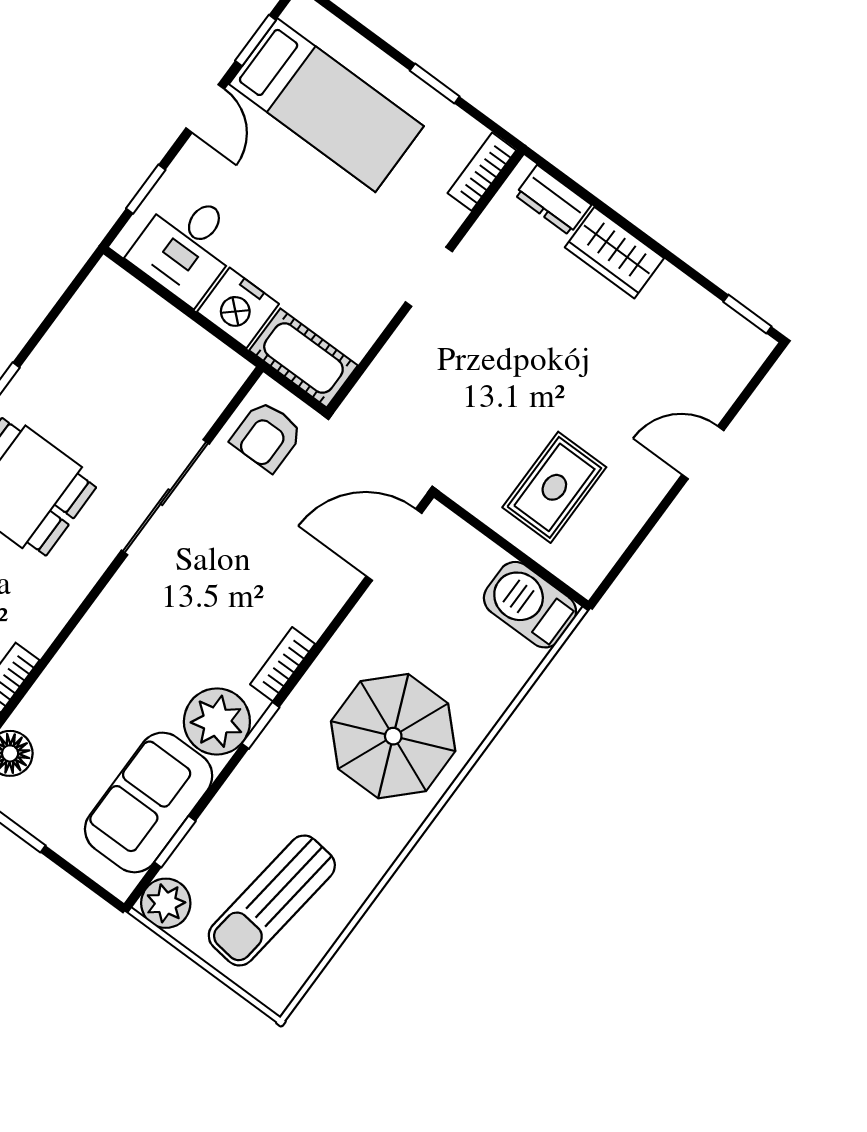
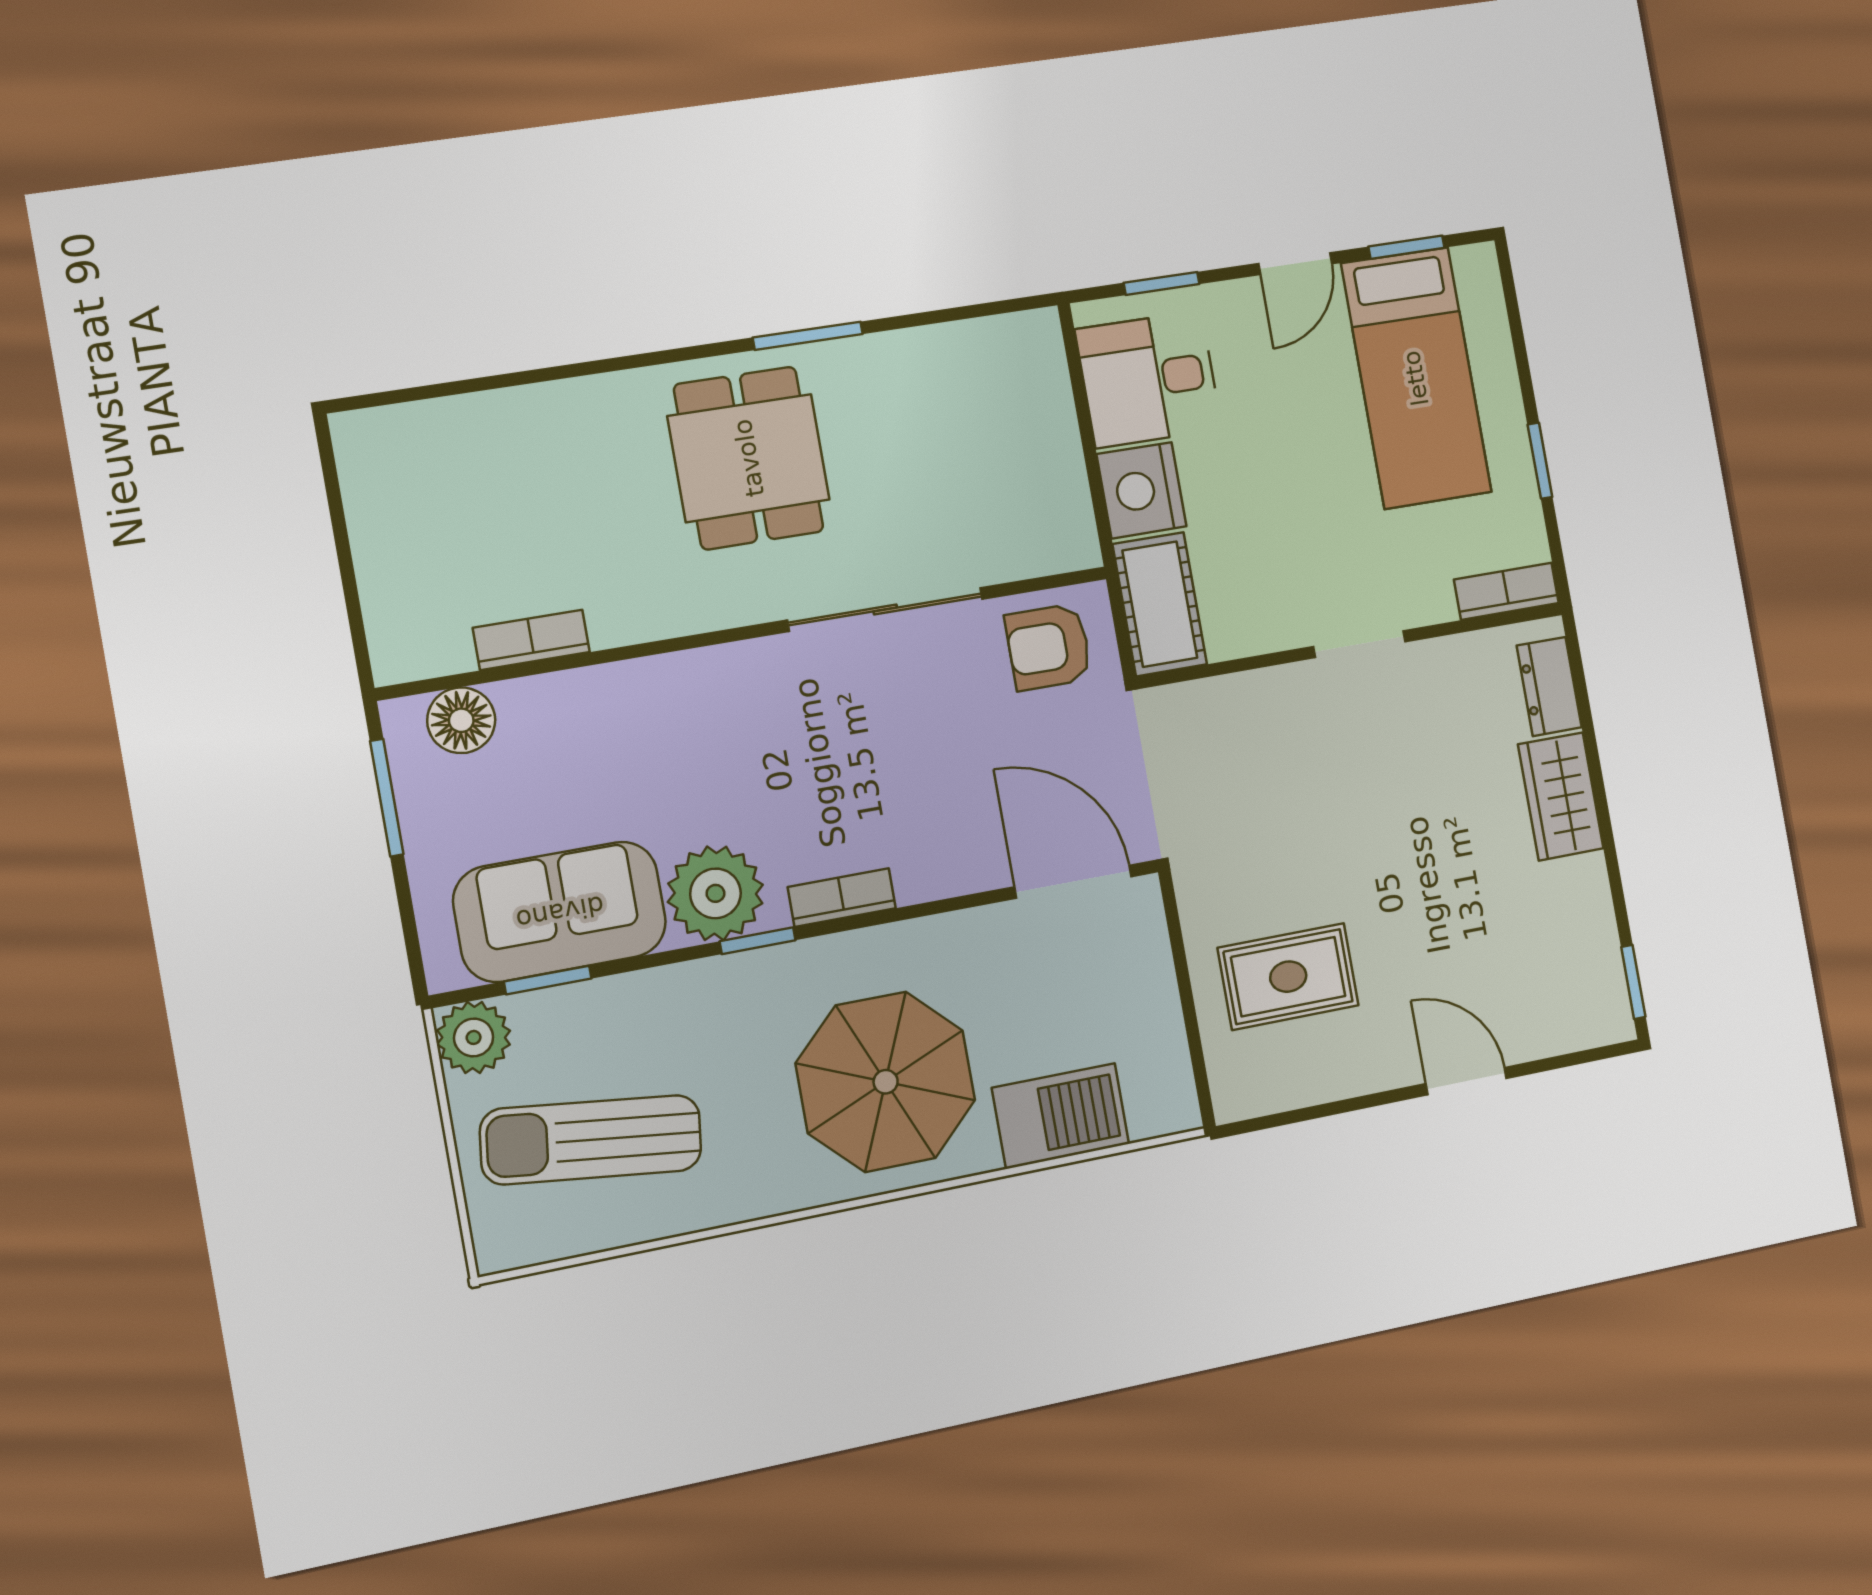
barbecue: (530, 605) -> (1061, 1116), moved, turned 90

